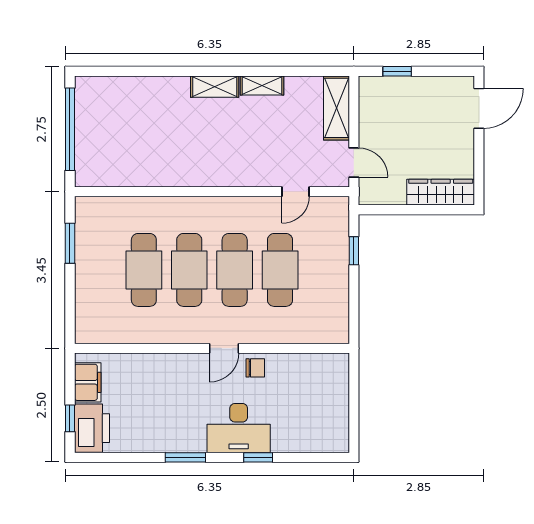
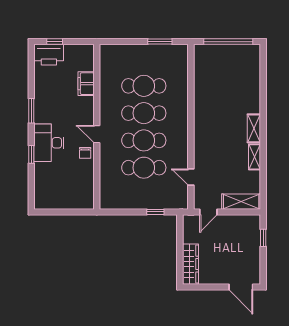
filing cabinet: (88, 382) -> (86, 84), moved, turned 90

